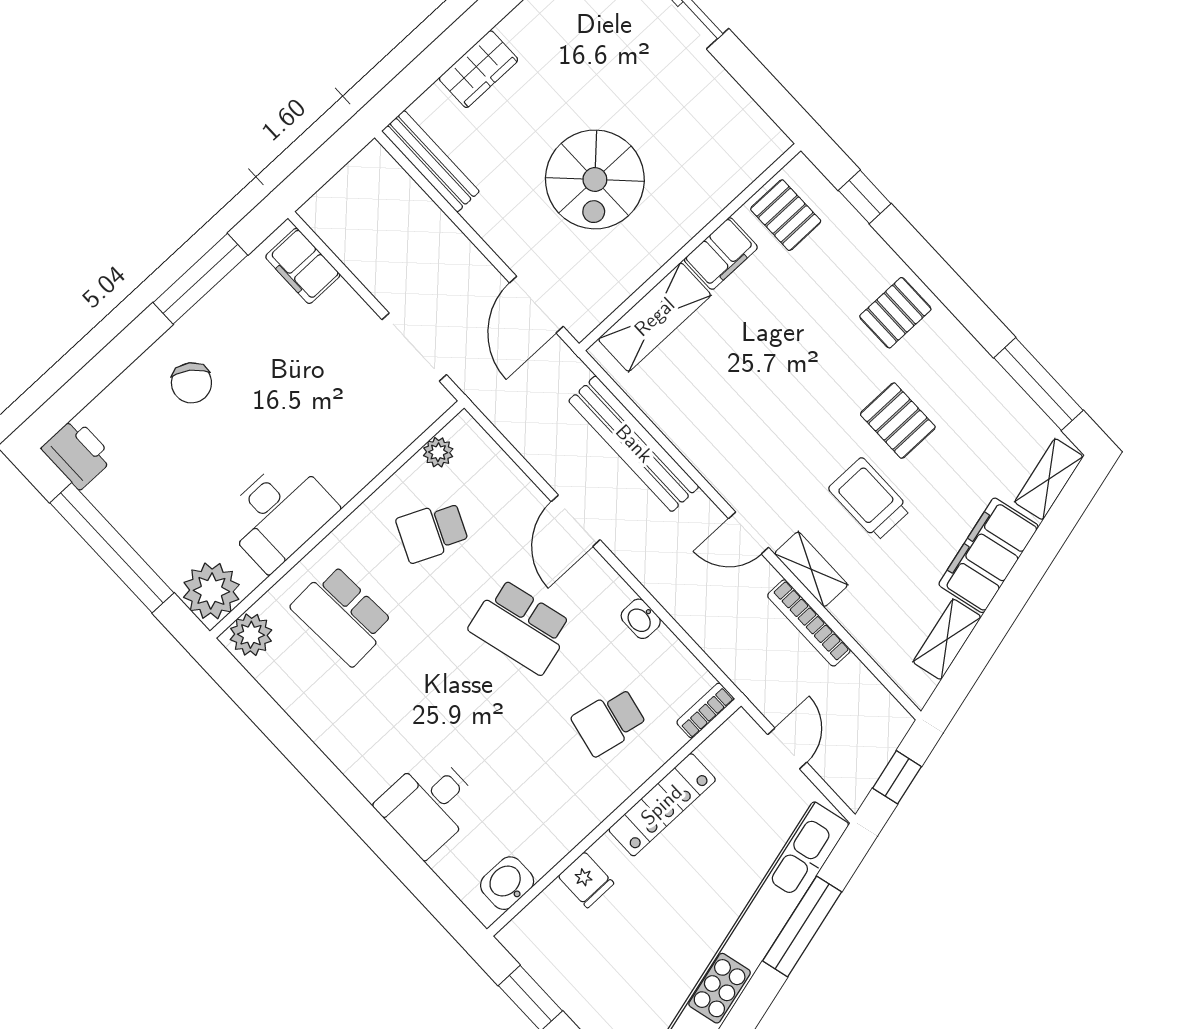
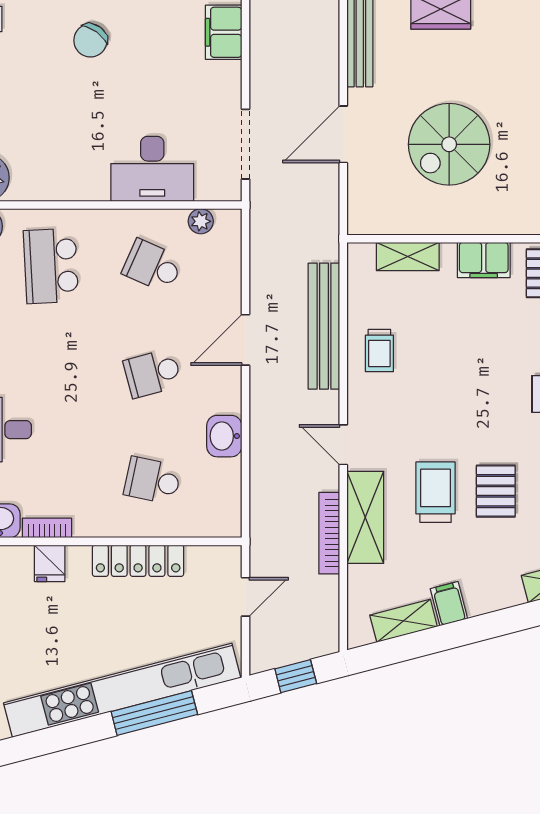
door: (536, 305) -> (343, 134), moved
shelving: (655, 317) -> (408, 256), width x0.67, depth x0.75
trolley: (703, 420) -> (379, 350), added
pallet: (898, 421) -> (496, 491), moved
desk: (279, 514) -> (152, 169), moved
filing cabinet: (989, 555) -> (449, 604), width x0.33, depth x0.86
shelving: (811, 569) -> (365, 517), width x1.50, depth x1.33
washbasin: (641, 619) -> (224, 436), width x1.38, depth x1.45
school desk: (521, 627) -> (153, 373), width x0.54
bookcase: (705, 711) -> (47, 528), moved

